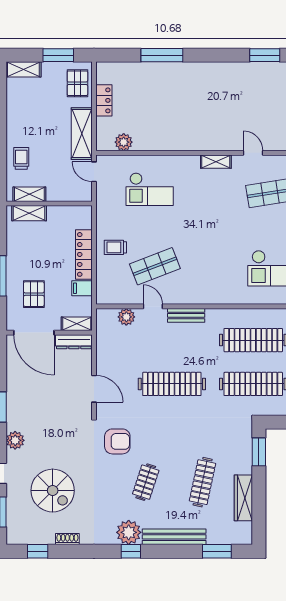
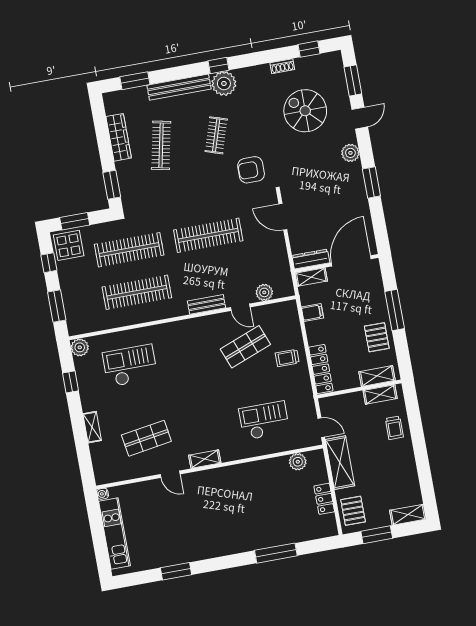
trolley: (115, 247) -> (287, 358), turned 180
locker: (84, 254) -> (321, 369), moved
pallet: (34, 294) -> (377, 337), moved
door: (34, 333) -> (351, 261), hinge flipped

